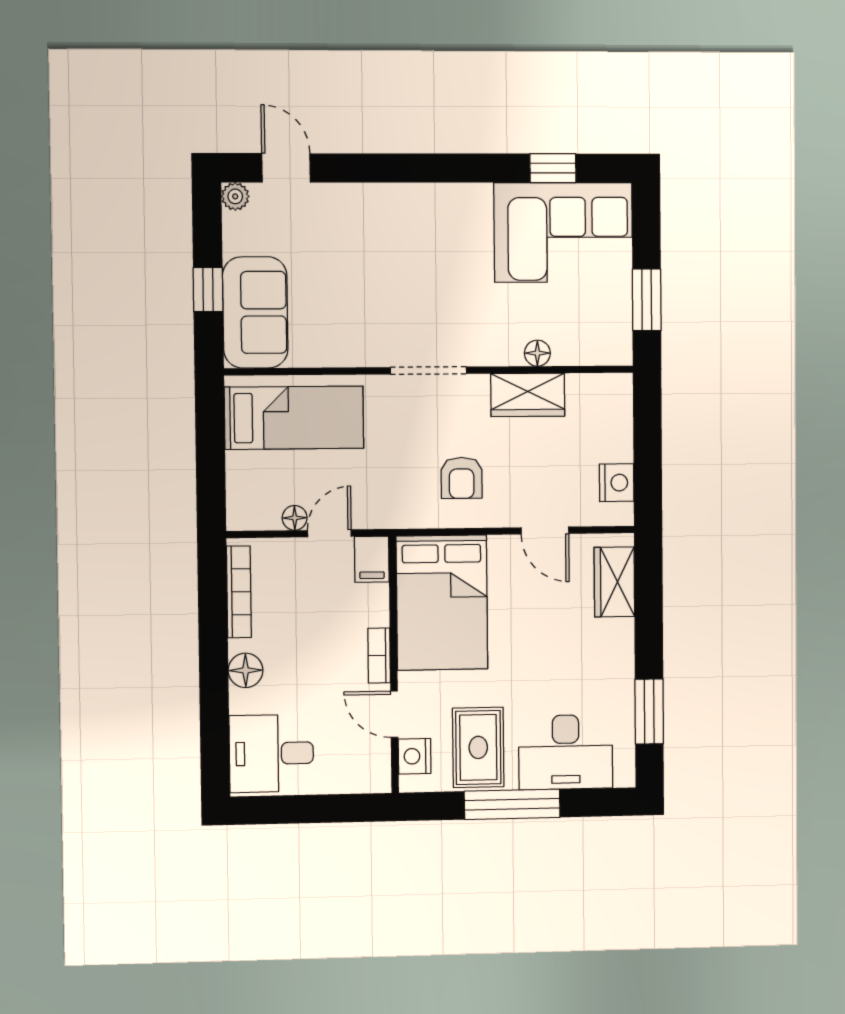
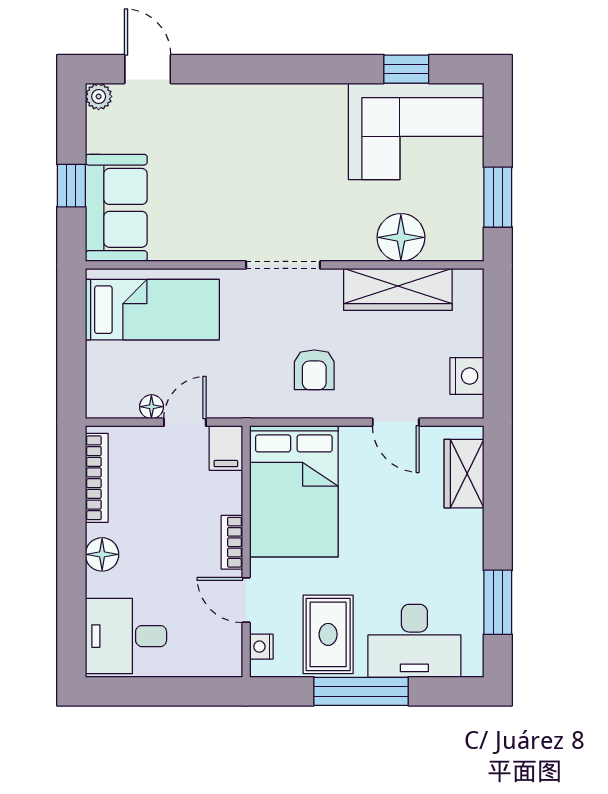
floor lamp: (537, 353) -> (401, 237), width x1.89, depth x1.89
wardrobe: (528, 395) -> (398, 289), width x1.50
nightstand: (415, 756) -> (261, 647), width x0.72, depth x0.74

